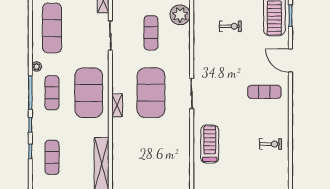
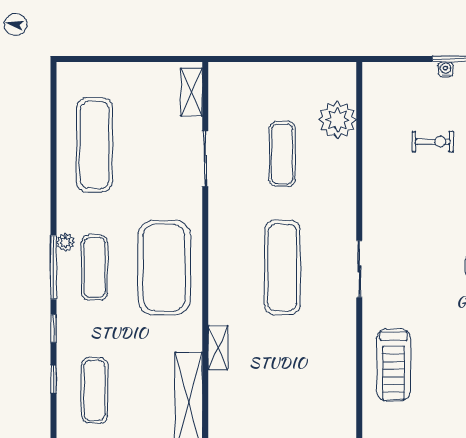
plant: (37, 66) -> (65, 242), moved
exercise mat: (151, 93) -> (282, 268), width x0.68
shelving: (117, 105) -> (218, 348), moved
treadmill: (210, 144) -> (394, 365), turned 180

